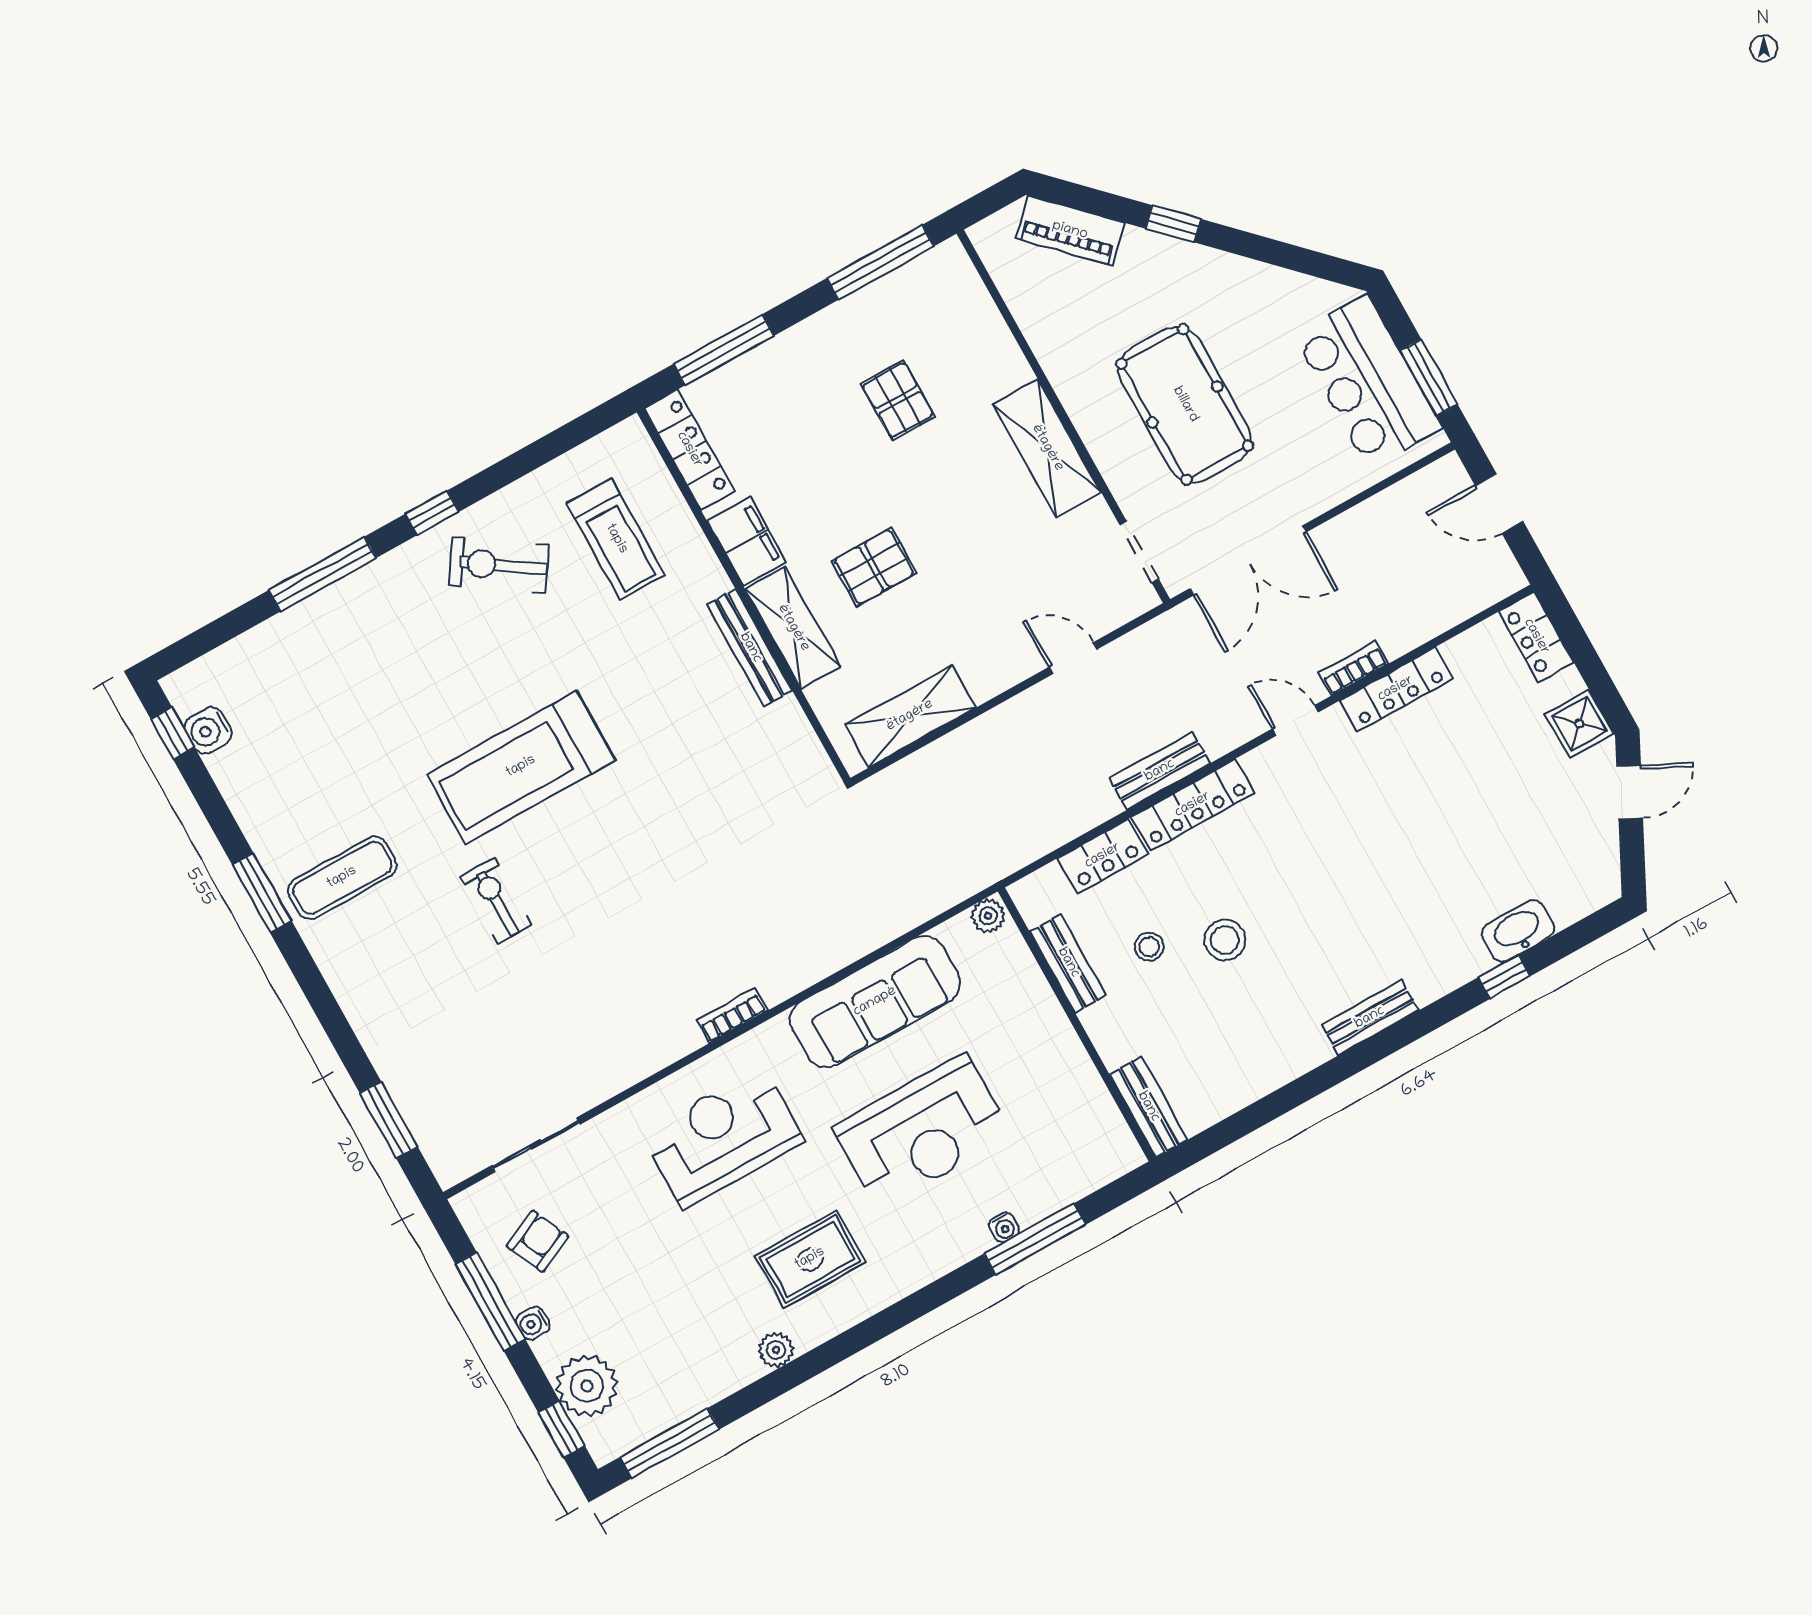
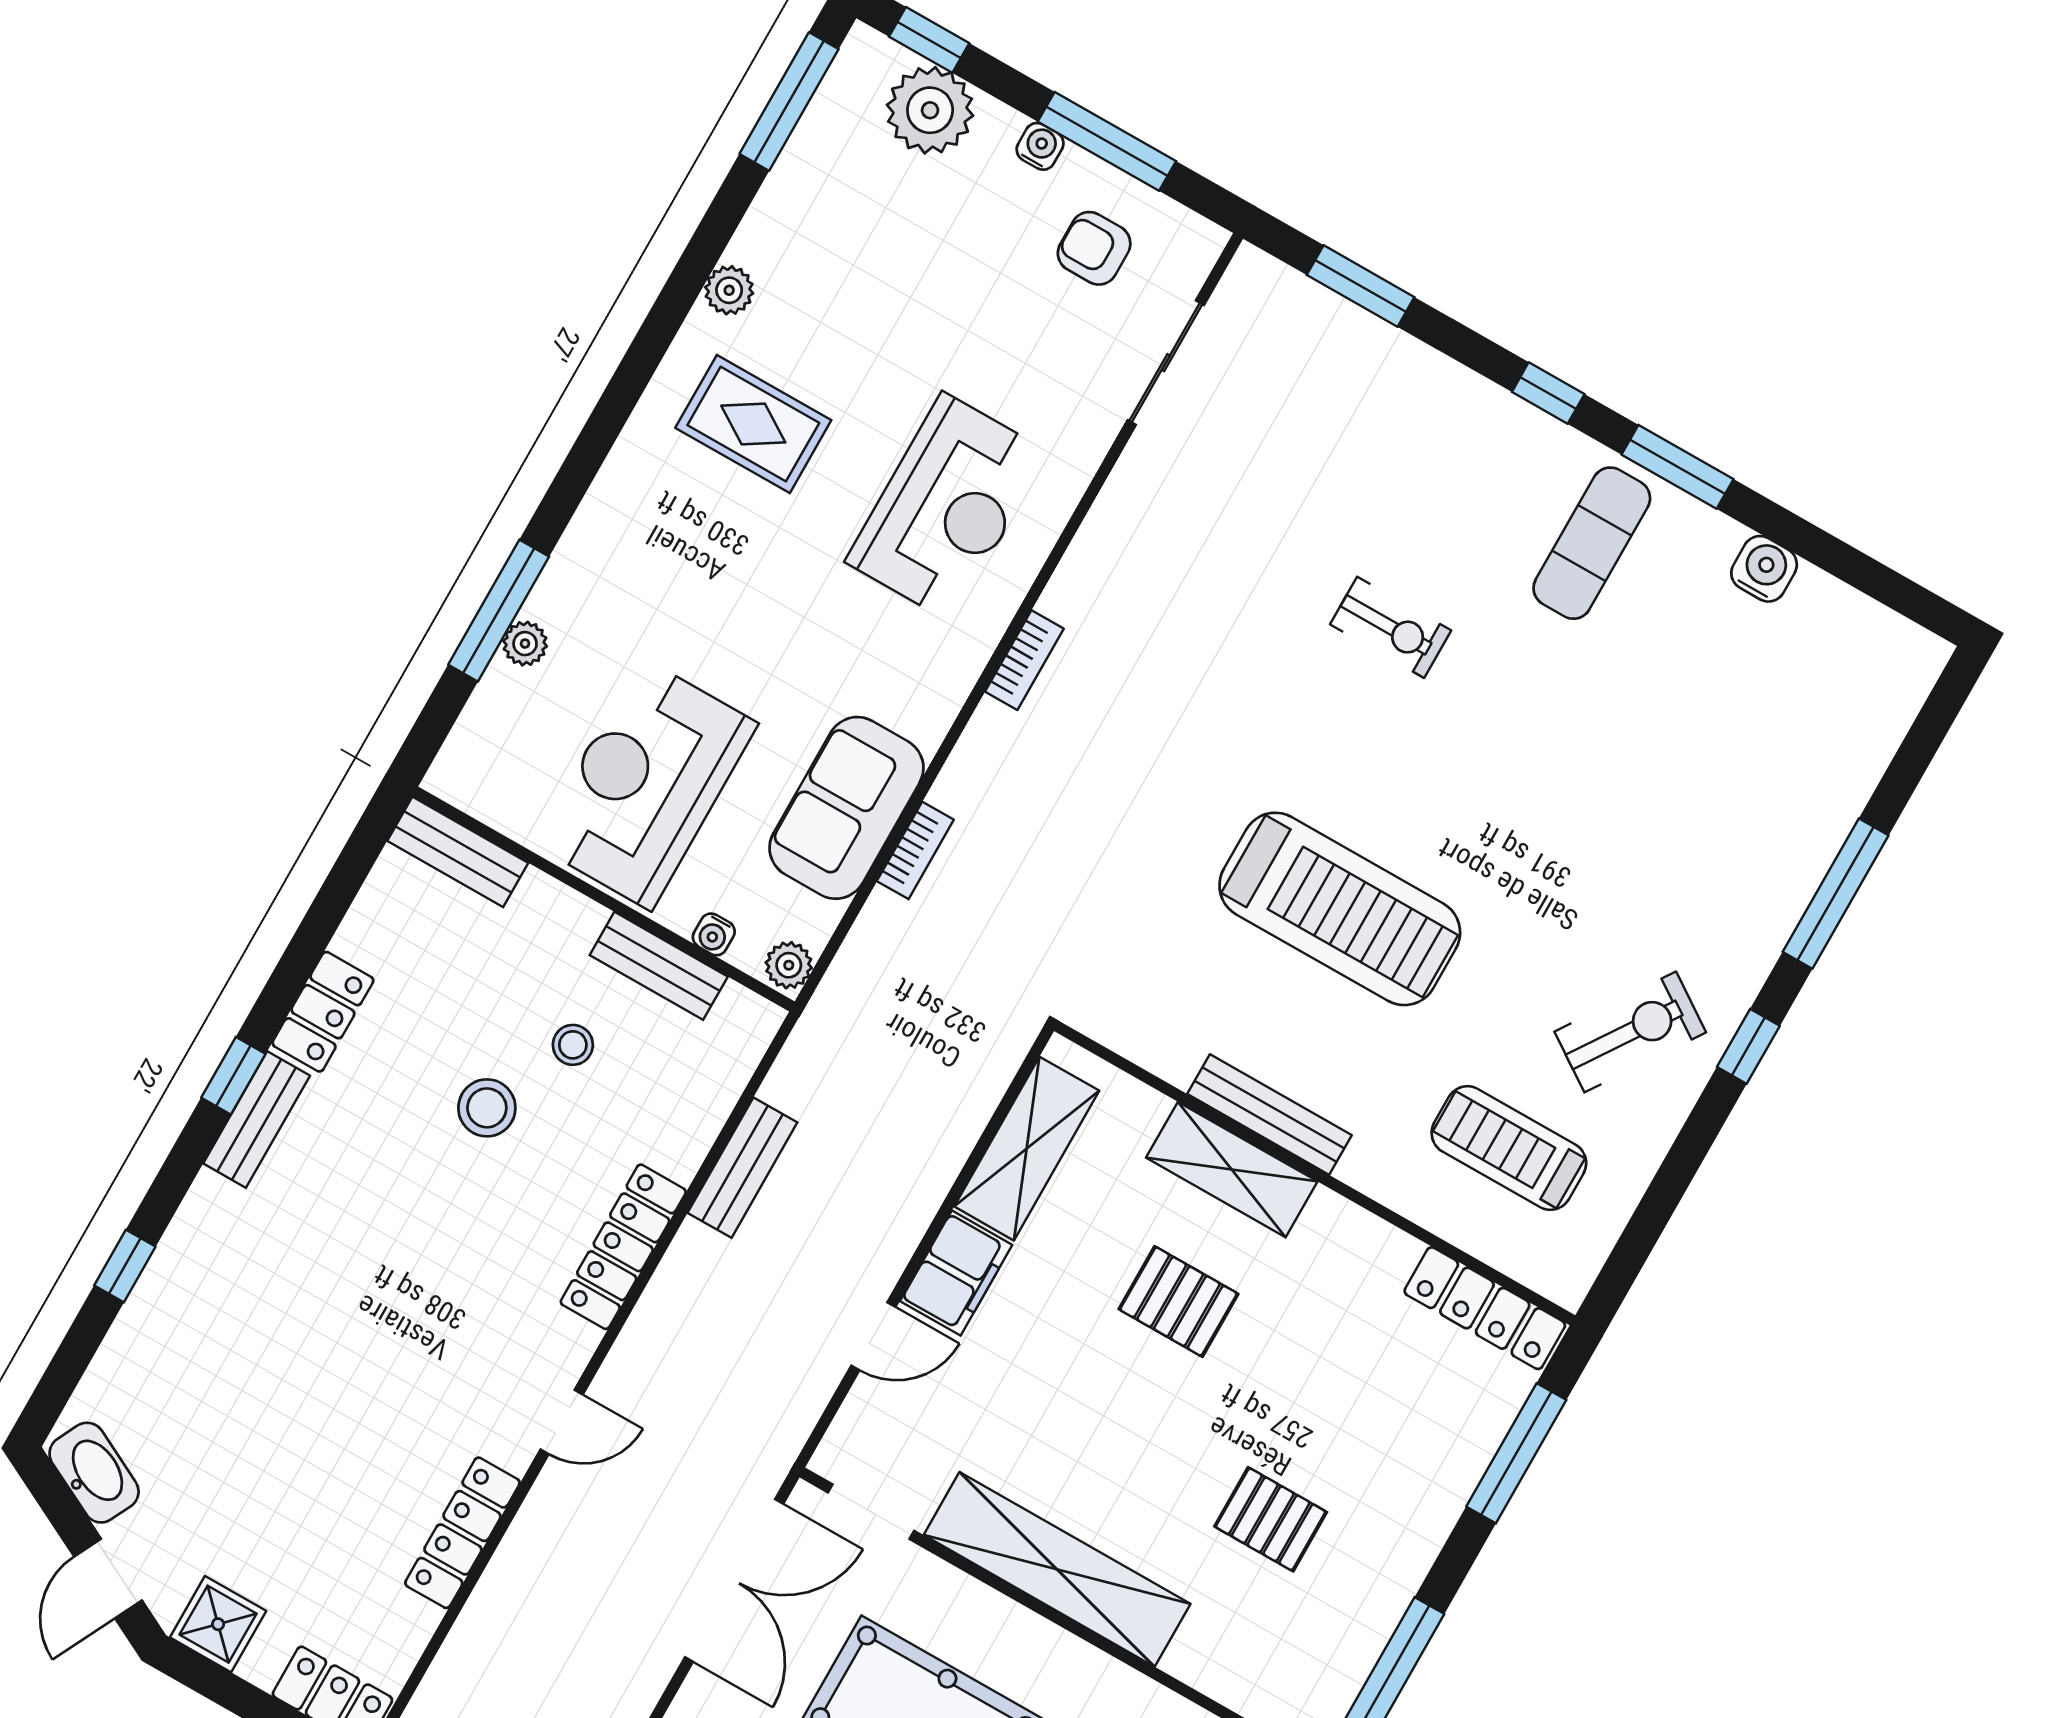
shelving: (1047, 448) -> (1057, 1569), width x1.47
filing cabinet: (747, 541) -> (956, 1273), moved, turned -90
double door: (1248, 560) -> (734, 1580), swing flipped
pallet: (874, 567) -> (1178, 1301), turned 90
bookcase: (1353, 668) -> (915, 850), moved
water cooler: (208, 730) -> (1764, 569), moved
window: (173, 733) -> (1548, 393), moved
treadmill: (521, 767) -> (1340, 909), moved, turned 90
bench: (1160, 771) -> (742, 1168), moved
locker: (1103, 856) -> (323, 1012), moved, turned 180
washbasin: (1518, 931) -> (94, 1473), moved, turned -63
sofa: (875, 1002) -> (847, 808), width x0.73
window: (1368, 1053) -> (233, 1076), added
reception desk: (922, 1131) -> (646, 784), moved
plant: (1031, 1209) -> (525, 644), added
water cooler: (1004, 1227) -> (714, 934), moved, turned -90
armchair: (538, 1241) -> (1094, 248), turned 115
rug: (810, 1259) -> (753, 424), turned 90

